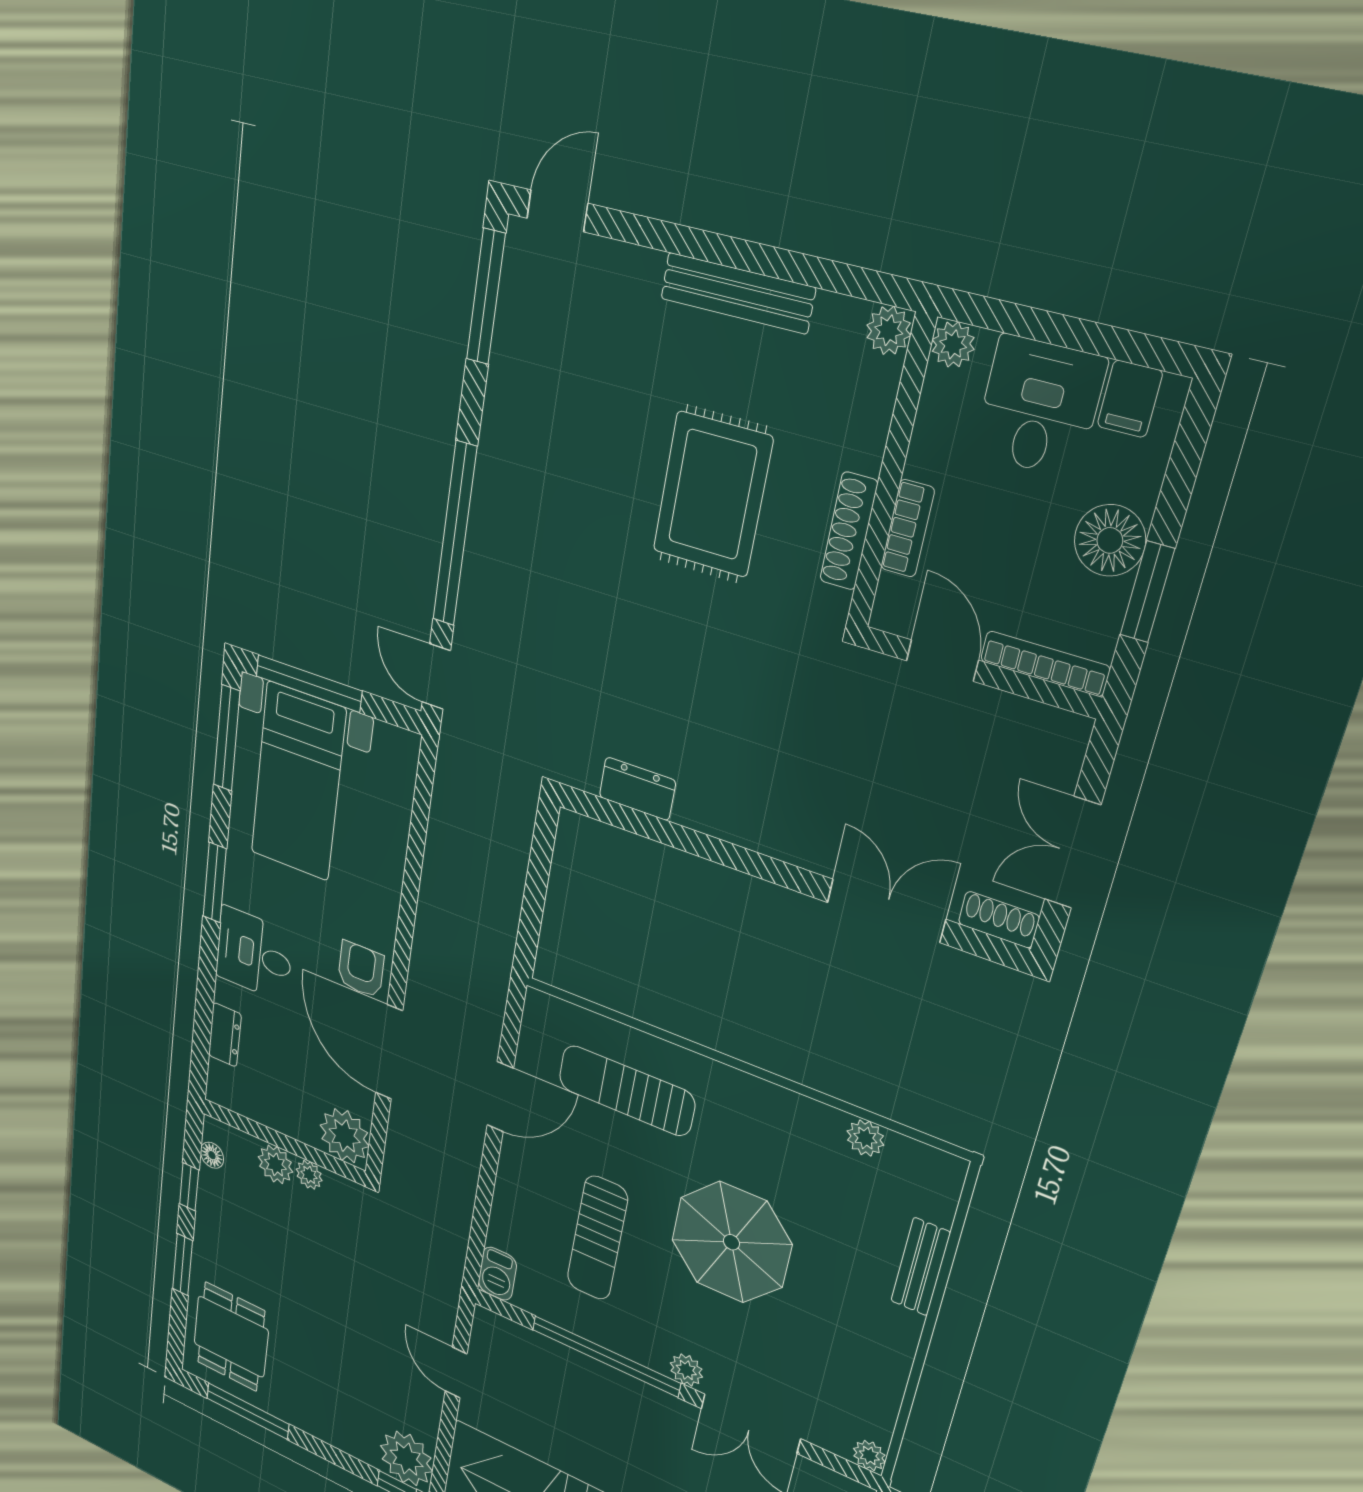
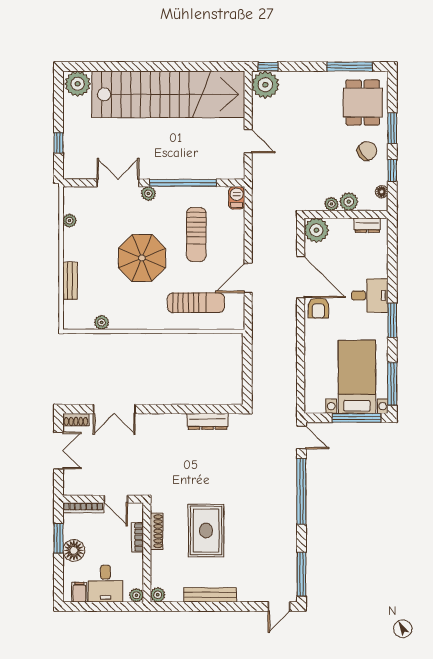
dresser: (637, 789) -> (208, 421), width x1.44
dresser: (225, 1035) -> (367, 225), moved, turned -90
sun lounger: (597, 1238) -> (196, 234), turned 180
chair: (232, 1245) -> (367, 151), added
plant: (869, 1455) -> (70, 221), moved

